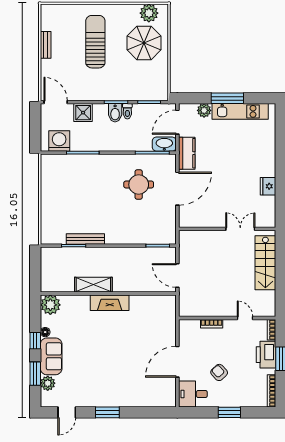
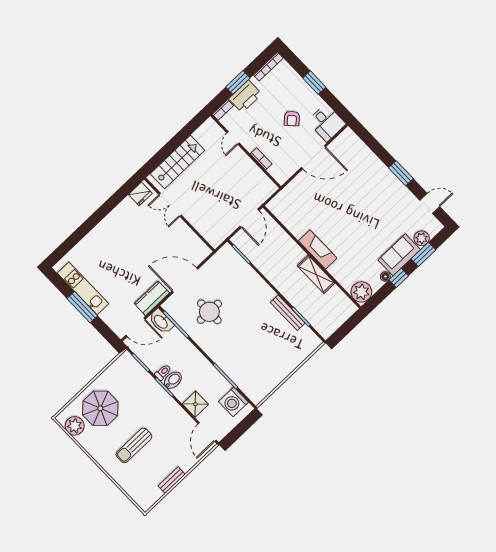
sun lounger: (95, 42) -> (134, 445), width x0.73, depth x0.75
plant: (204, 110) -> (108, 316), removed
fridge: (268, 186) -> (140, 194), moved

